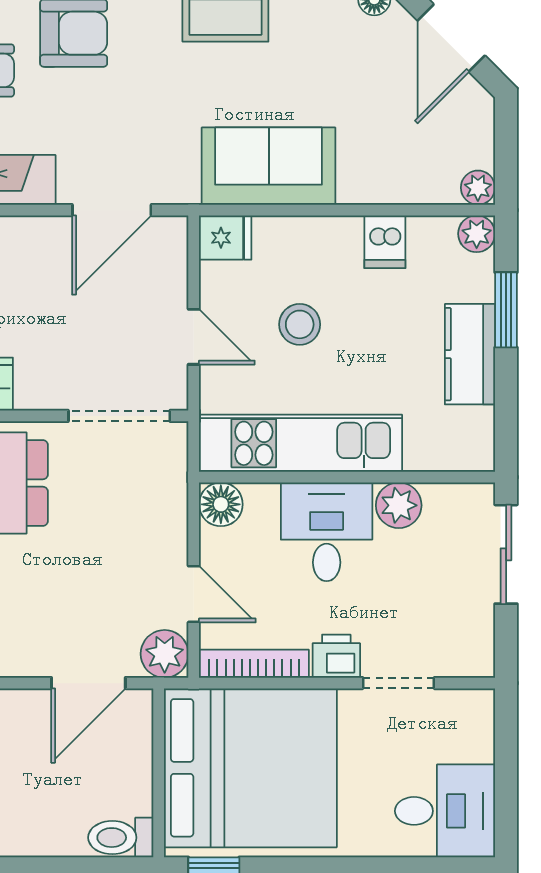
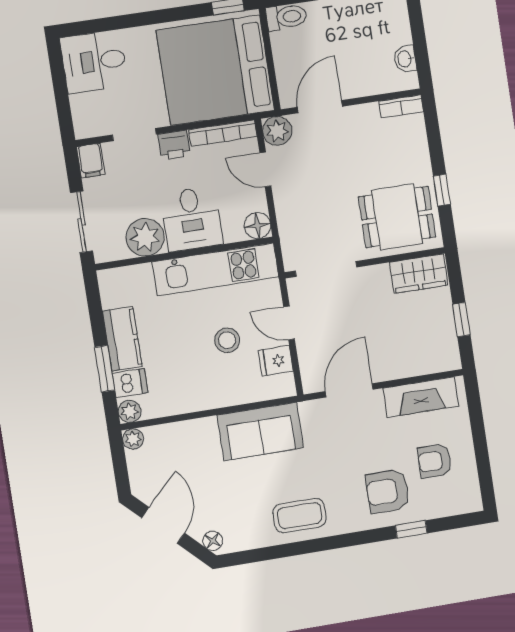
fridge: (225, 238) -> (276, 361), moved
dishwasher: (385, 242) -> (130, 383), moved, turned 90
plant: (399, 505) -> (145, 237), width x1.36, depth x1.36
filing cabinet: (475, 652) -> (91, 160), added

